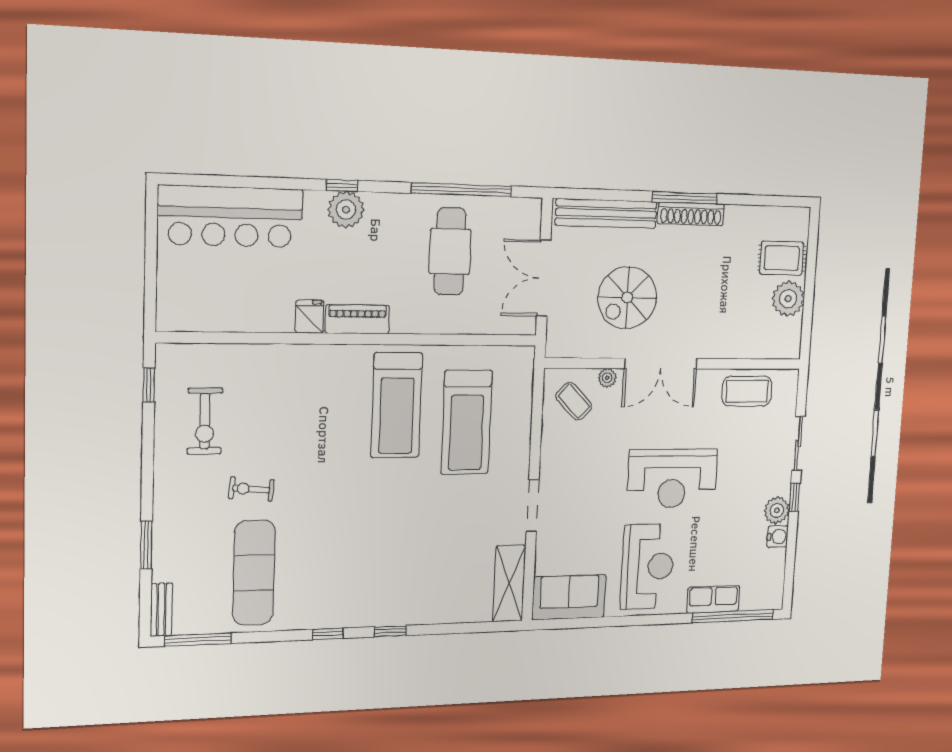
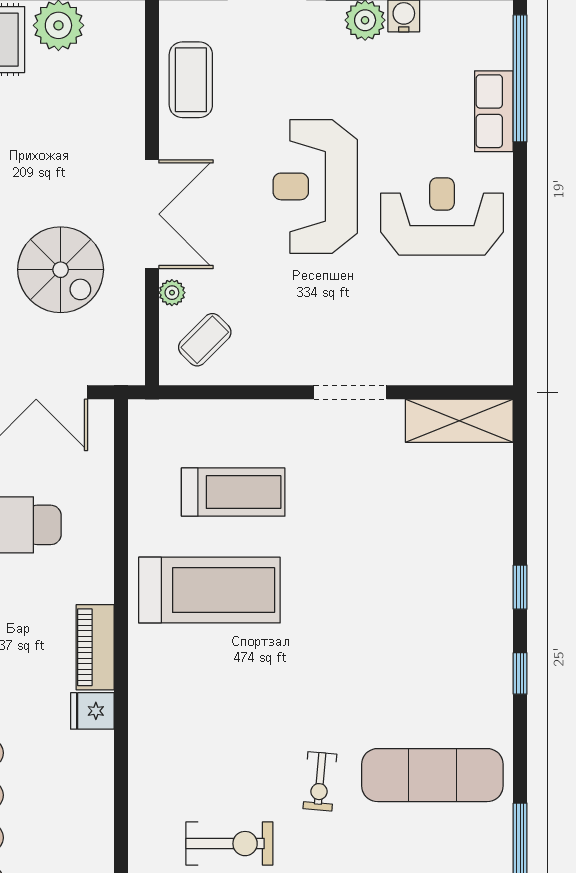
treadmill: (467, 422) -> (233, 492), width x0.73, depth x0.73
reception desk: (672, 478) -> (315, 186), turned 180
sofa: (569, 597) -> (482, 332), removed

